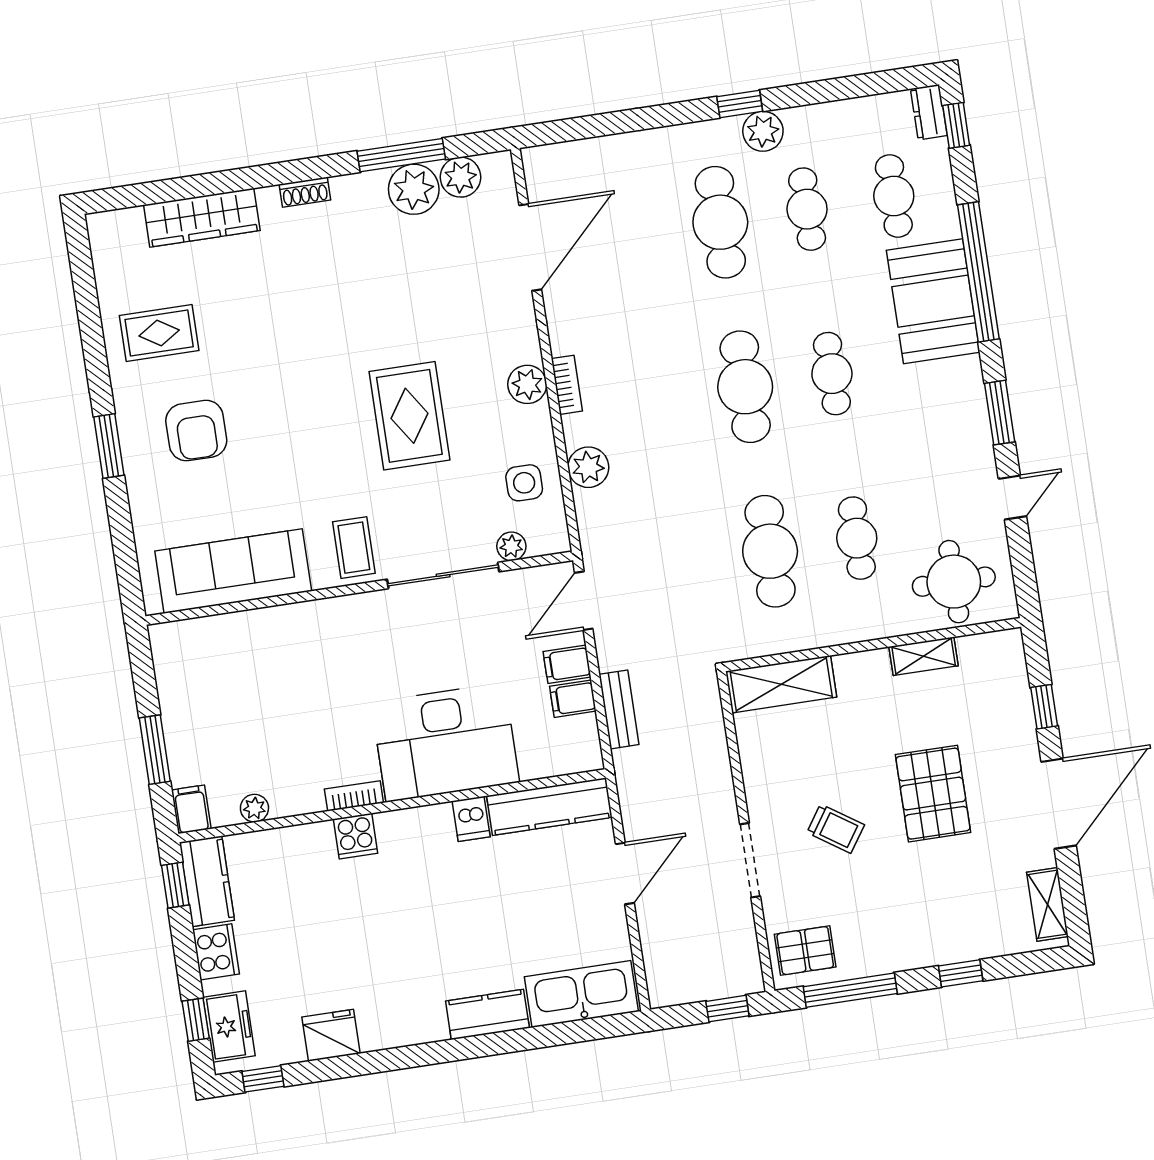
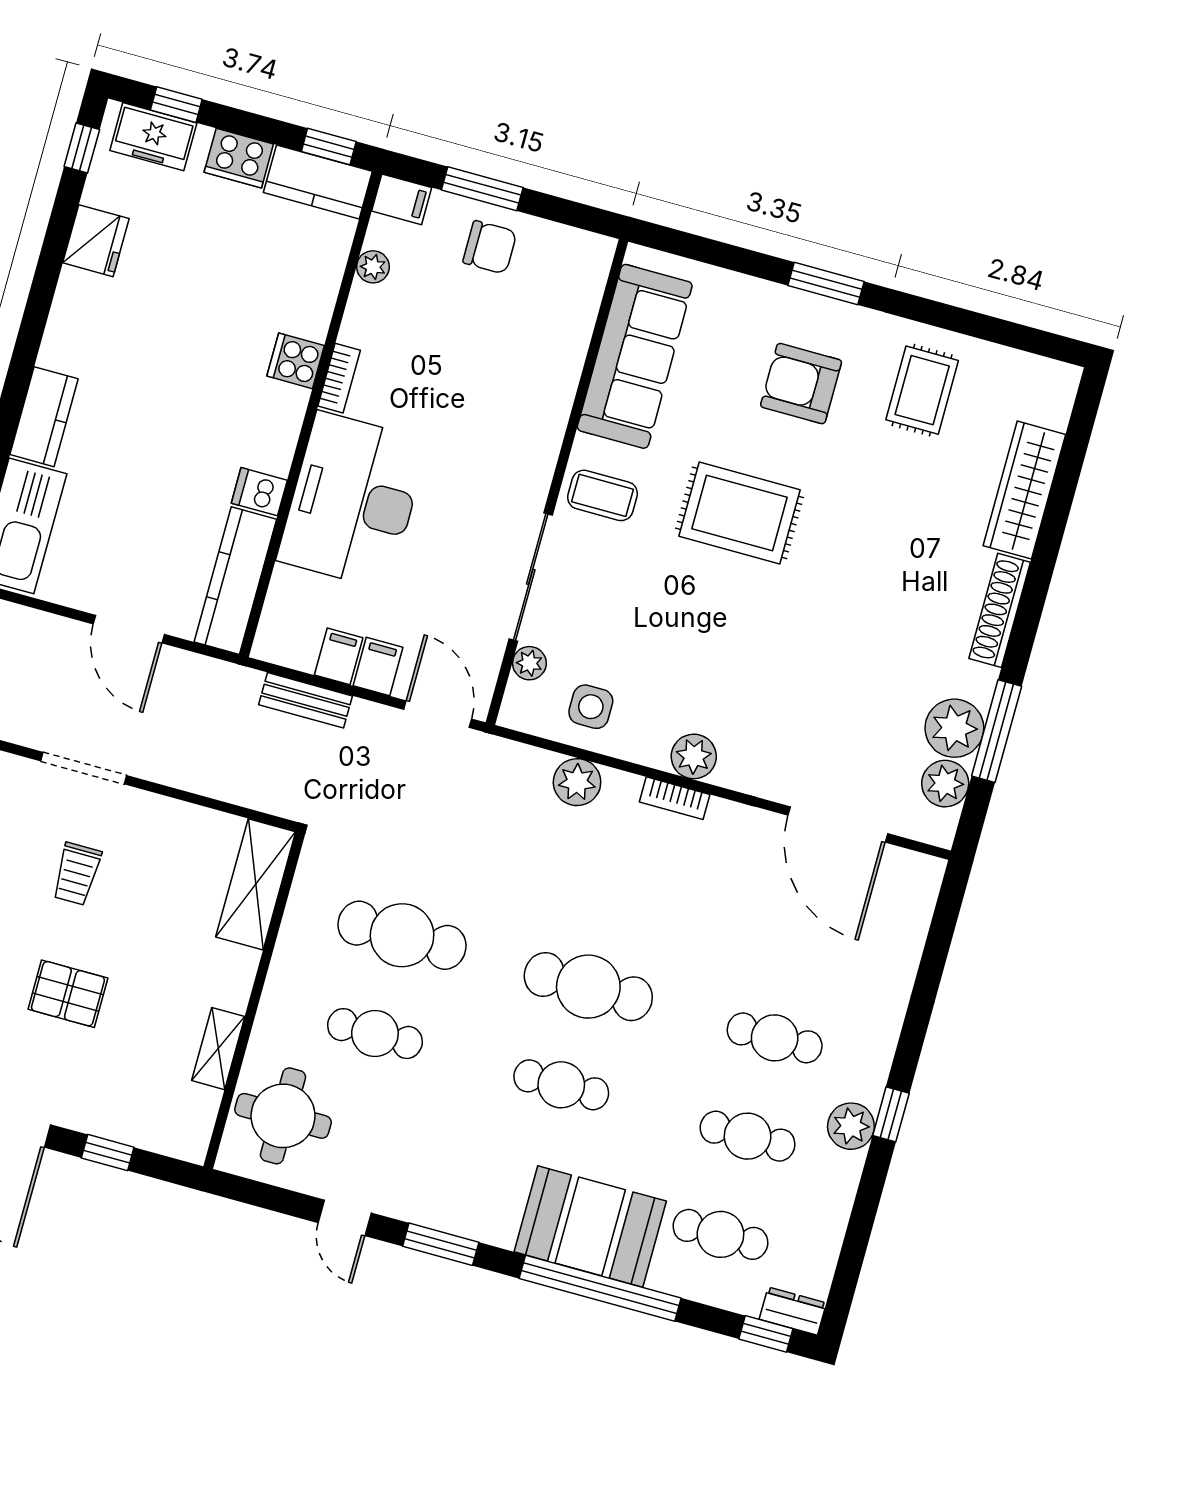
shoe rack: (305, 192) -> (1000, 610), width x1.94, depth x1.24
cafe table: (720, 222) -> (775, 1038), width x0.73, depth x0.74
rug: (409, 416) -> (740, 513), moved
chair: (198, 723) -> (490, 247), added
pallet: (933, 794) -> (68, 994), width x0.67, depth x0.71
trolley: (836, 829) -> (77, 874), turned -34

